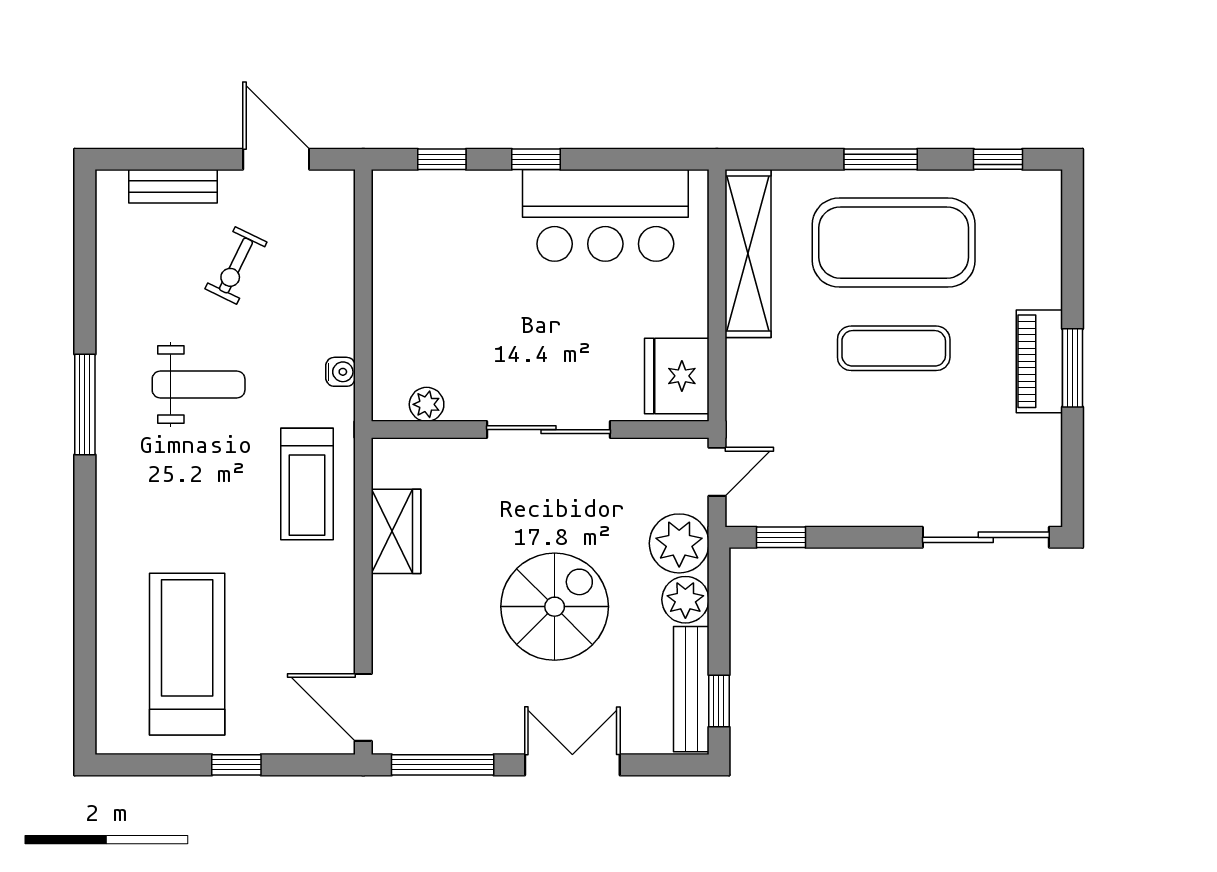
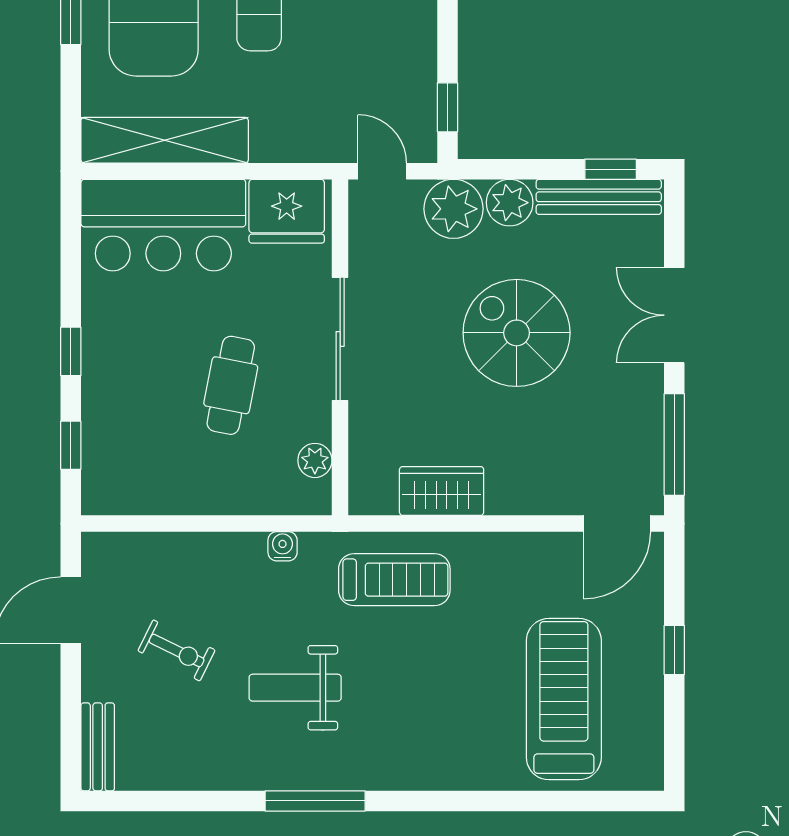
bench: (173, 186) -> (98, 747), moved
bar counter: (605, 215) -> (163, 225), moved, turned 90
cafe table: (502, 320) -> (231, 385), added
weight bench: (199, 384) -> (295, 688), turned -90
treadmill: (187, 654) -> (564, 699), turned 90

